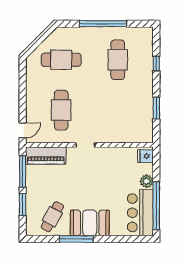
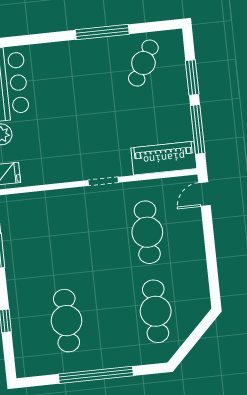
cafe table: (61, 60) -> (156, 311), turned 90
booth: (90, 223) -> (84, 60), removed

